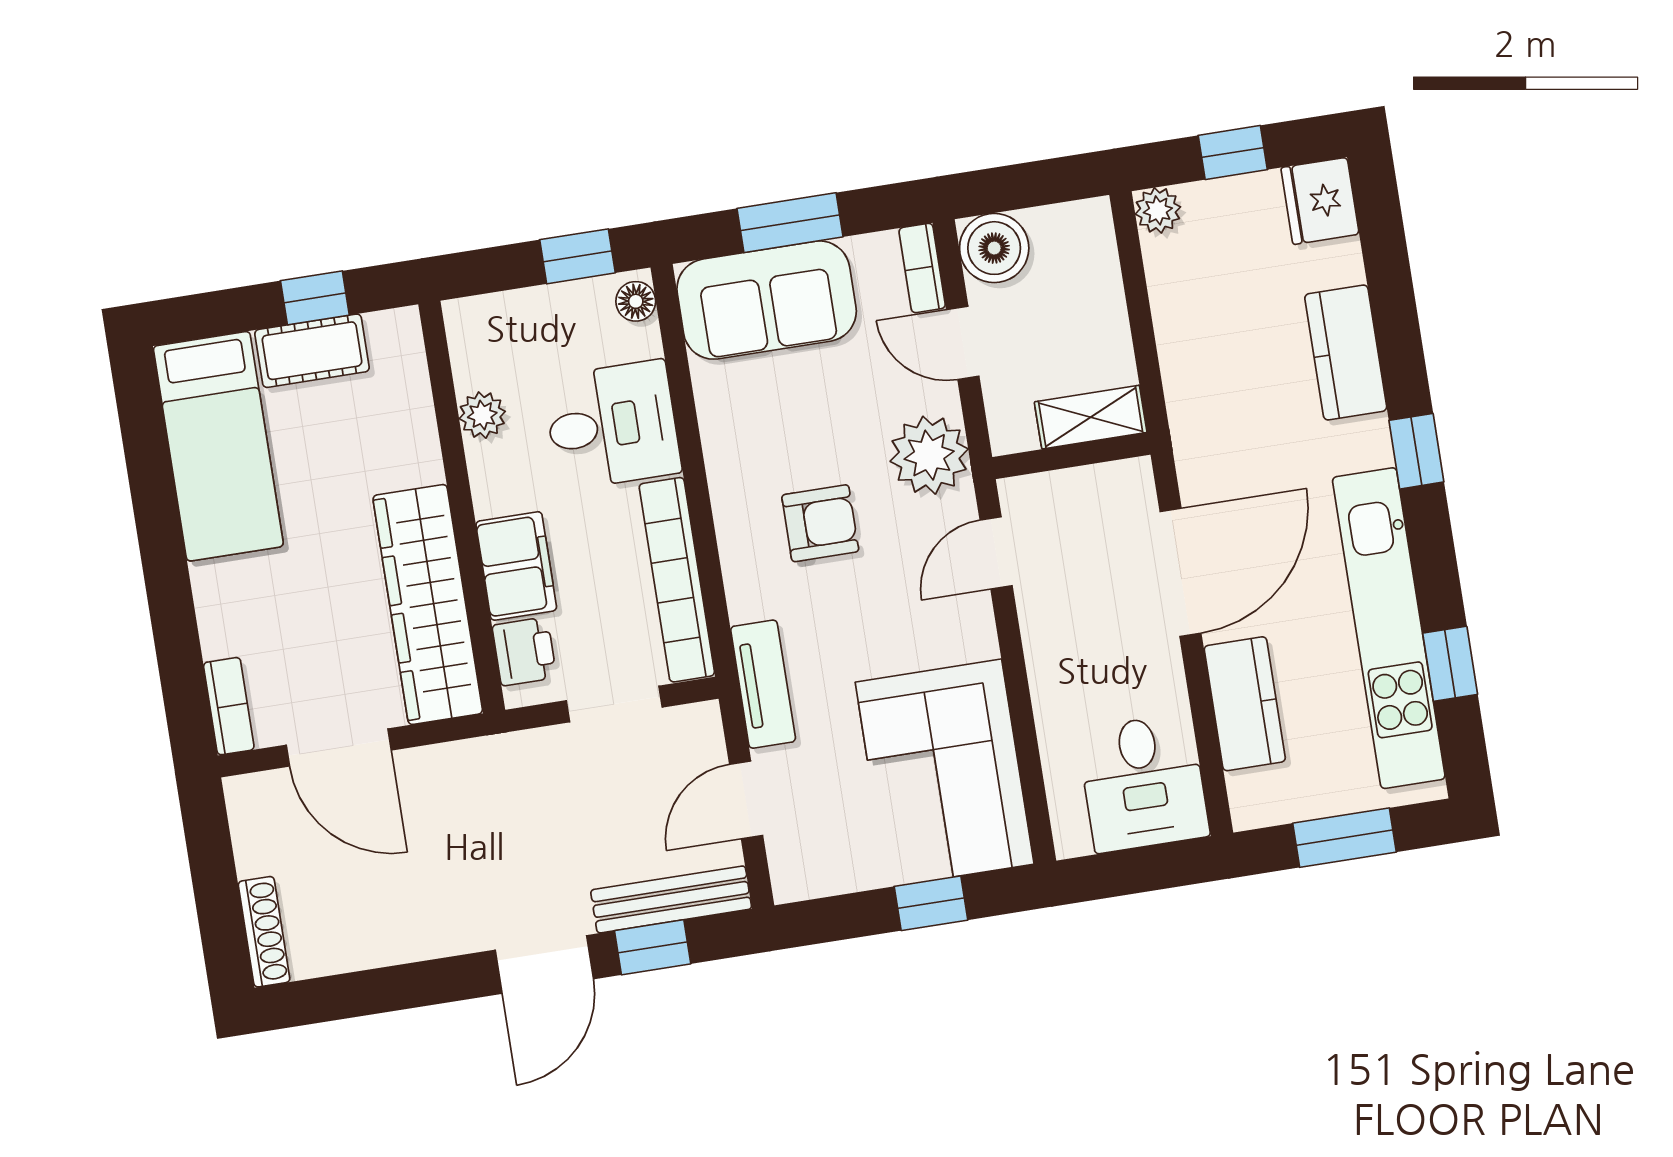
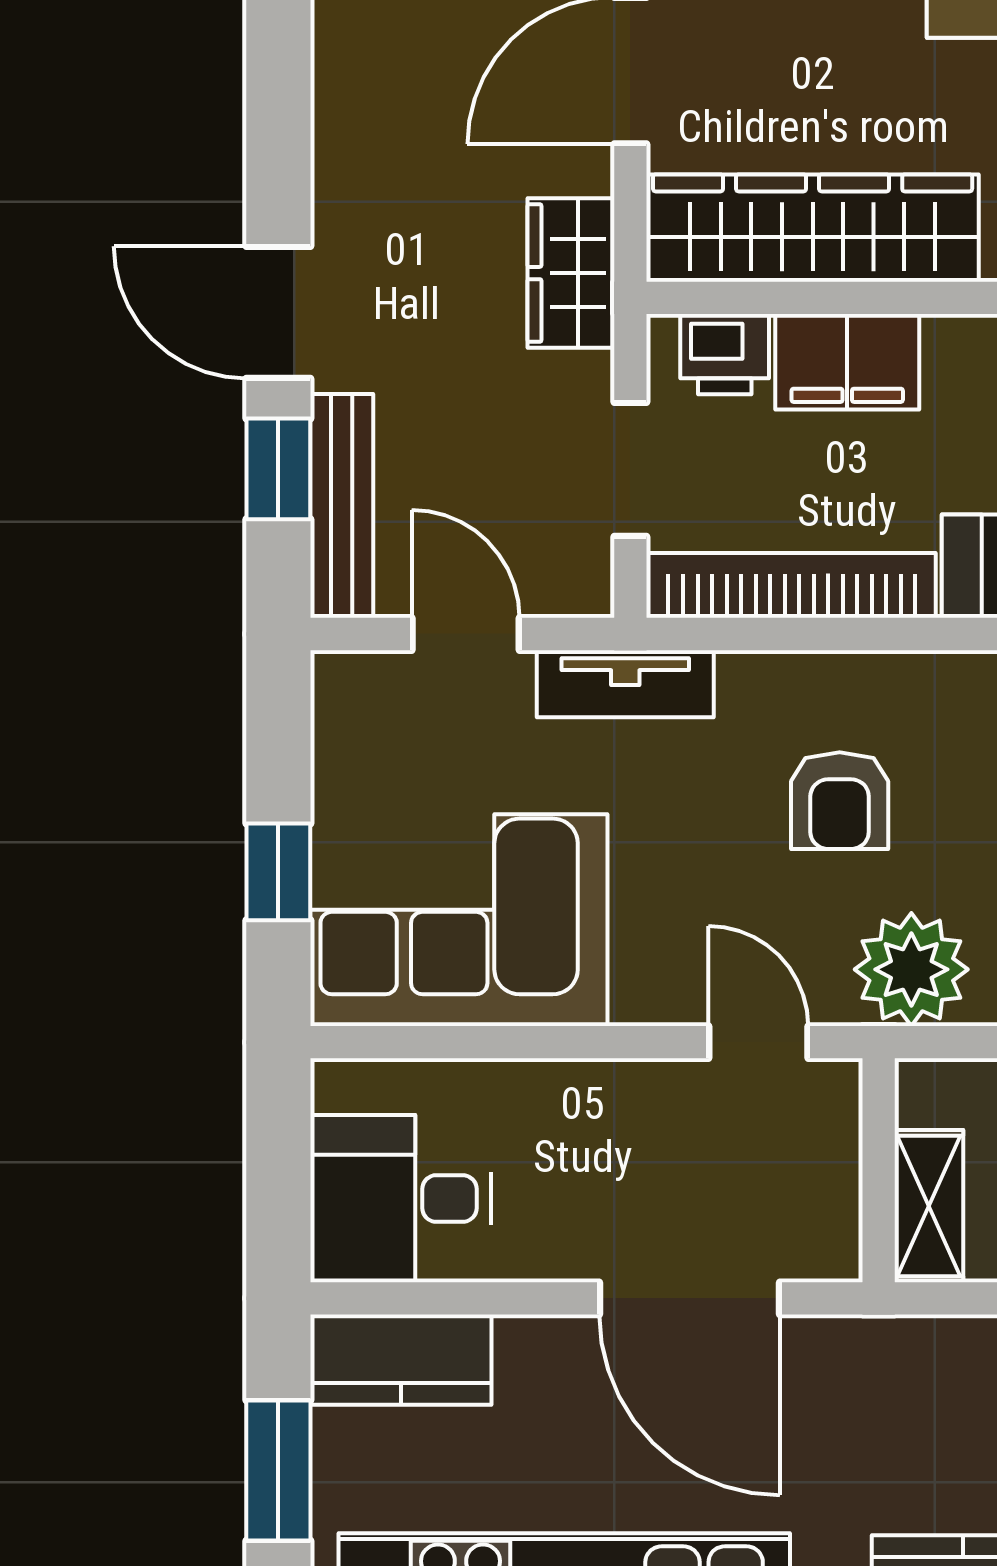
kitchen counter: (1245, 704) -> (401, 1360), moved
wardrobe: (485, 766) -> (571, 273), added

